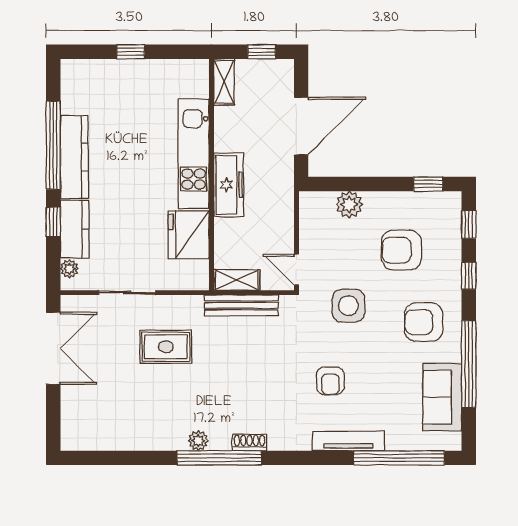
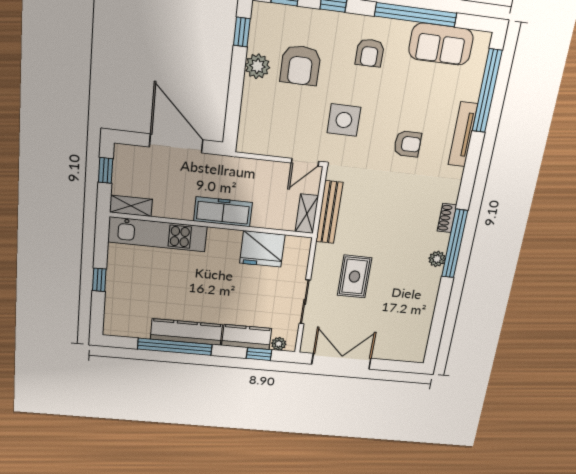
kitchen unit: (194, 154) -> (157, 234), moved
plant: (349, 204) -> (257, 66), moved
window: (53, 222) -> (259, 354), moved
armchair: (424, 322) -> (370, 53), width x0.72, depth x0.72

